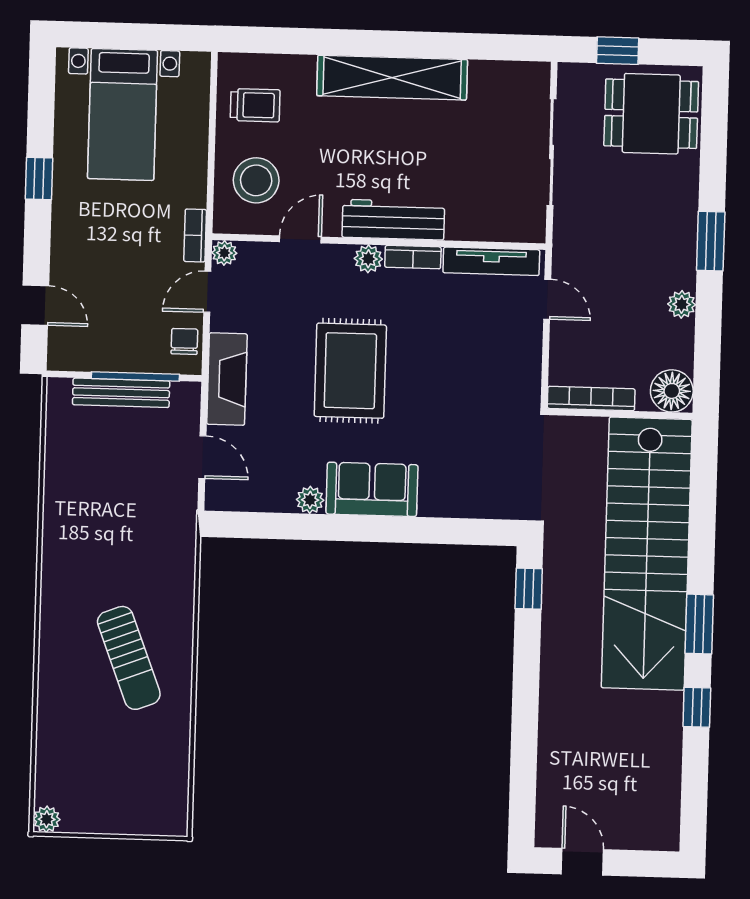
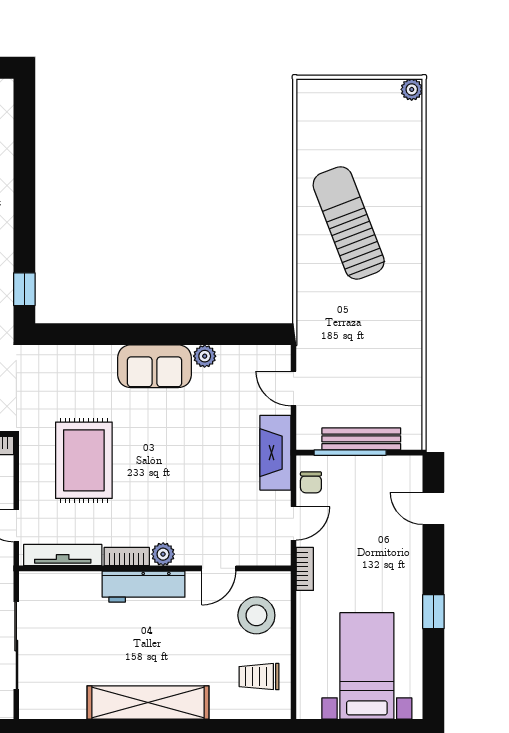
plant: (224, 253) -> (281, 555), removed
rug: (350, 371) -> (84, 460), moved
sun lounger: (129, 658) -> (349, 223), width x1.36, depth x1.34

